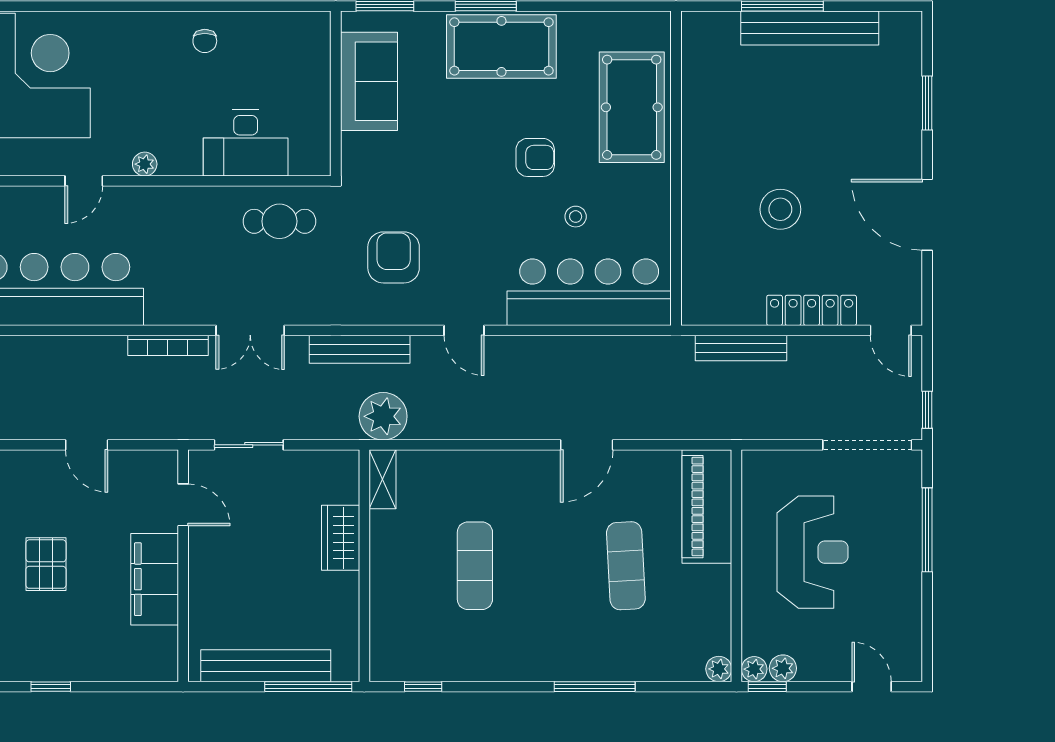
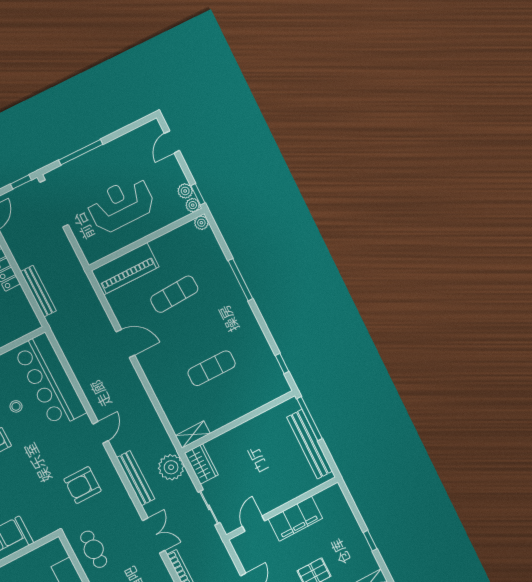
plant: (383, 416) -> (171, 467), moved
wardrobe: (341, 538) -> (201, 464), moved, turned -90

